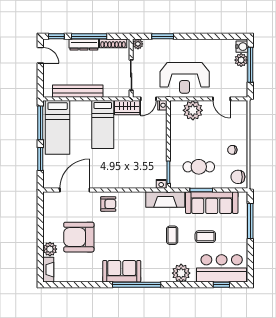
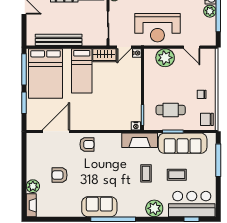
bed: (58, 127) -> (46, 73), width x1.50
armchair: (79, 237) -> (60, 175), width x0.53, depth x0.53

